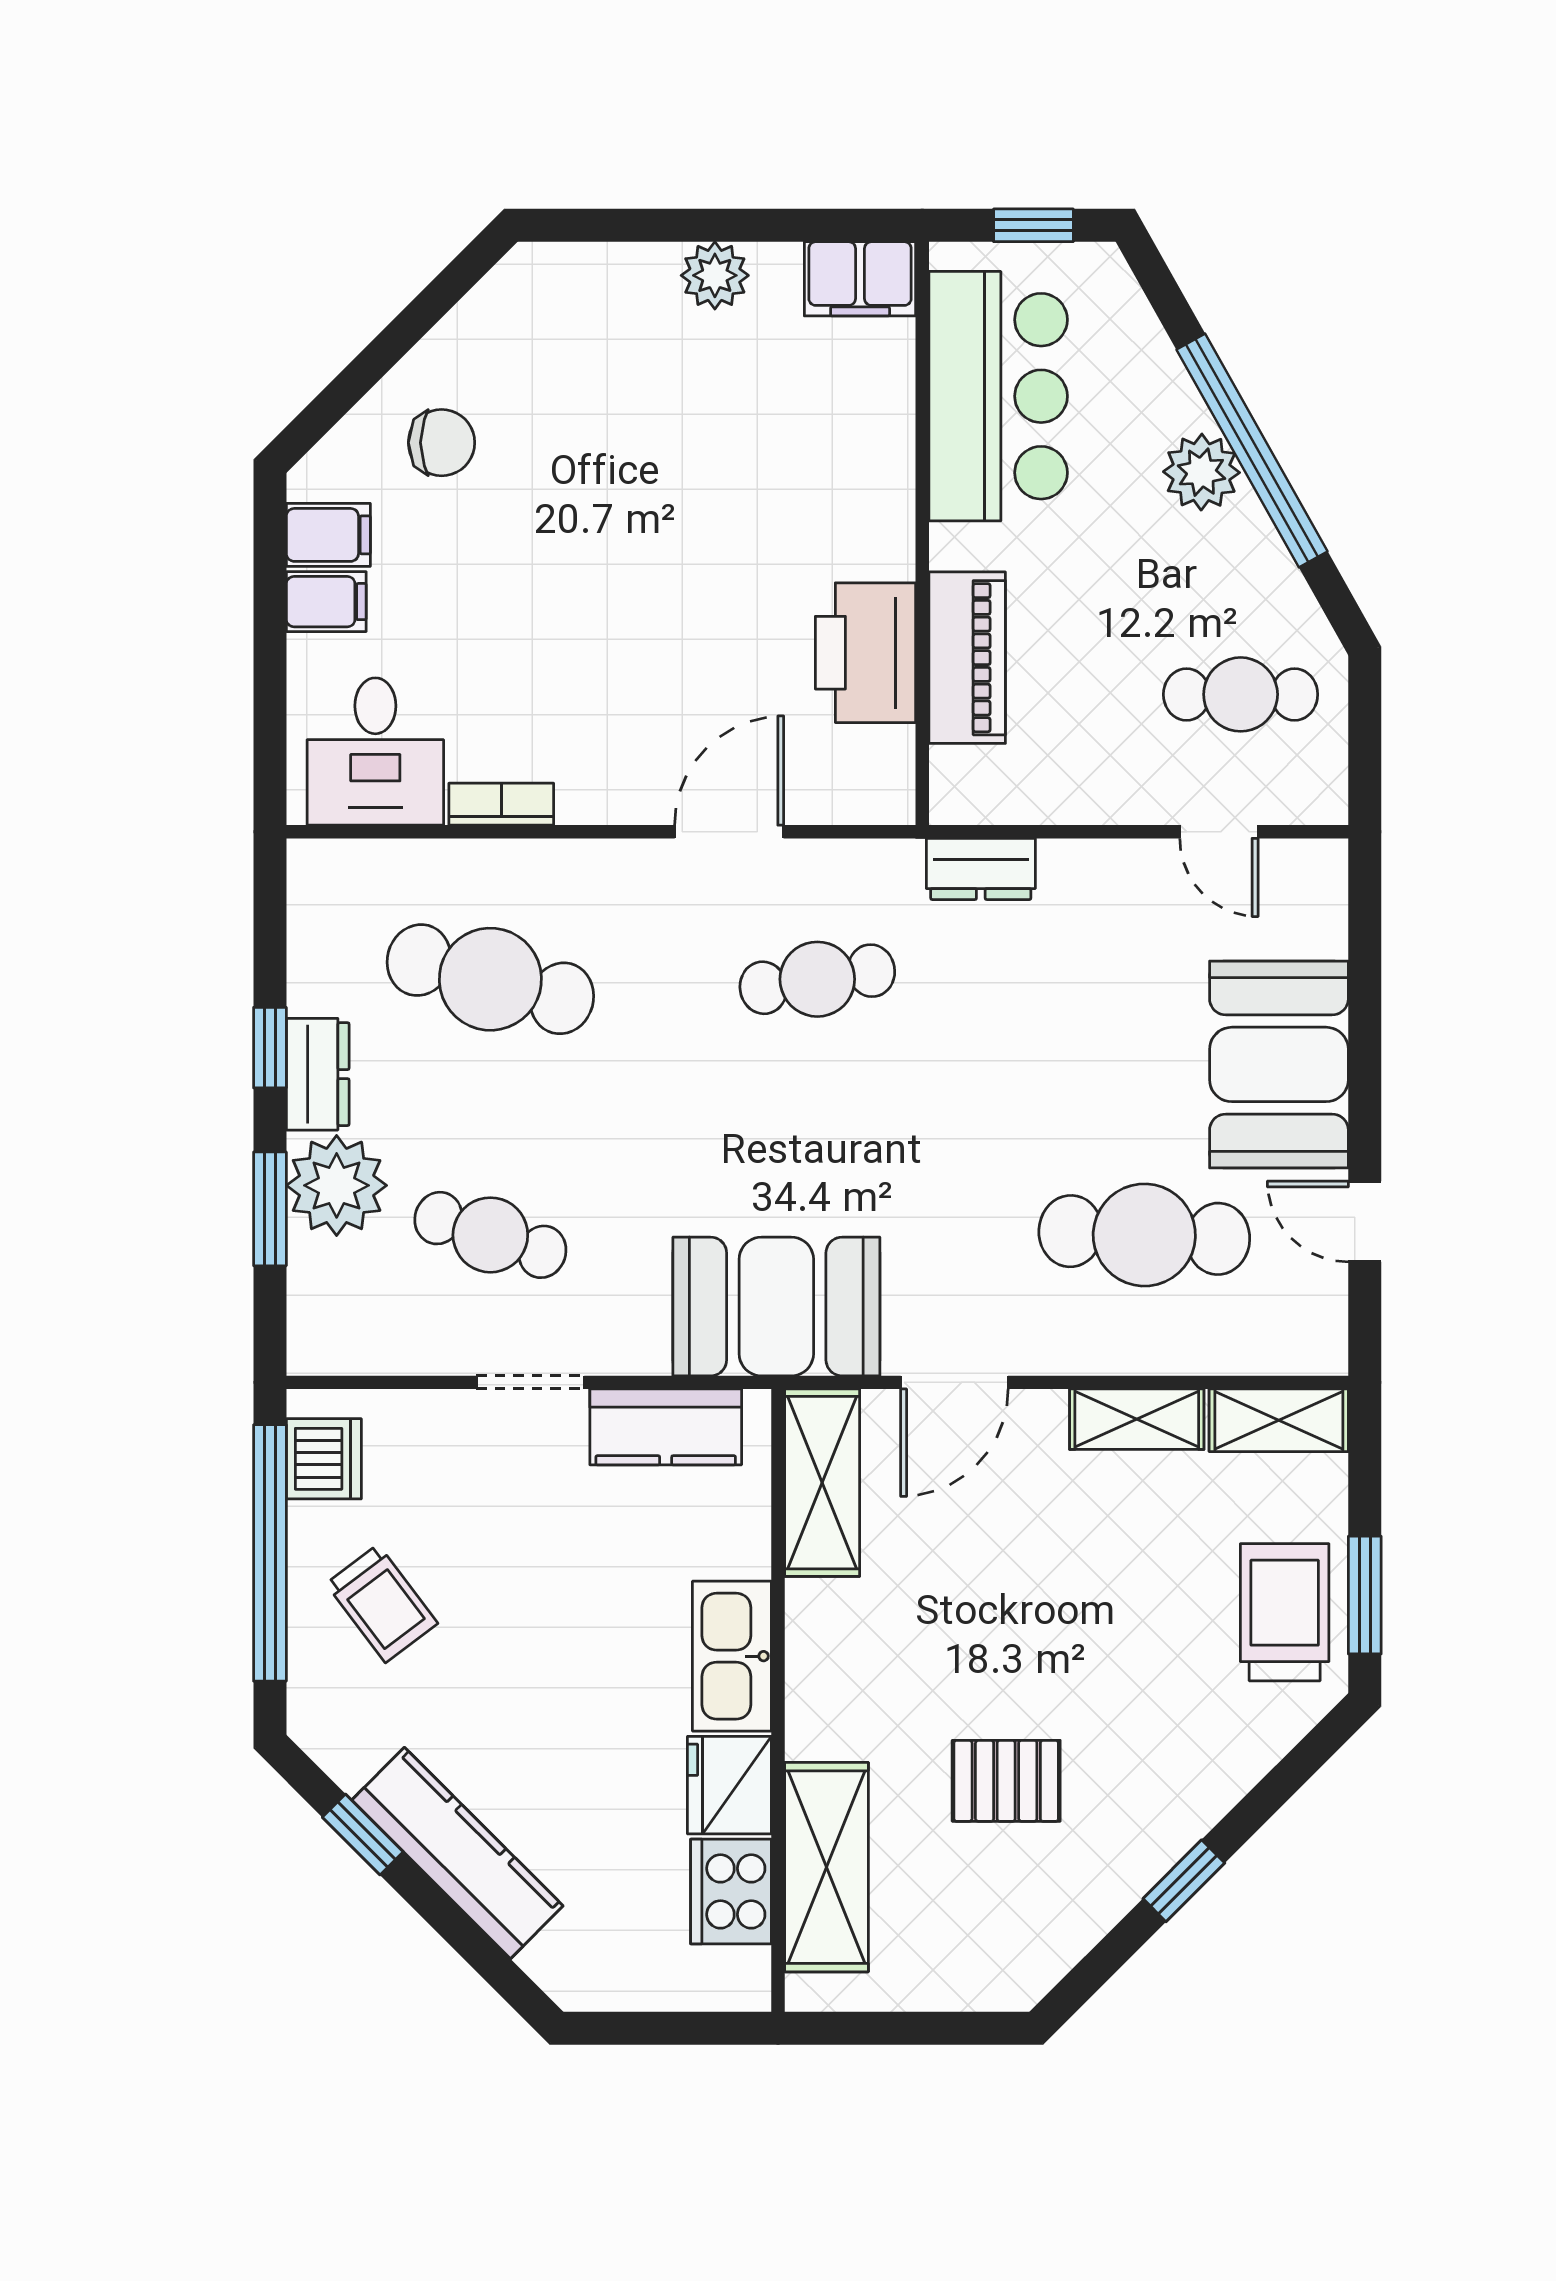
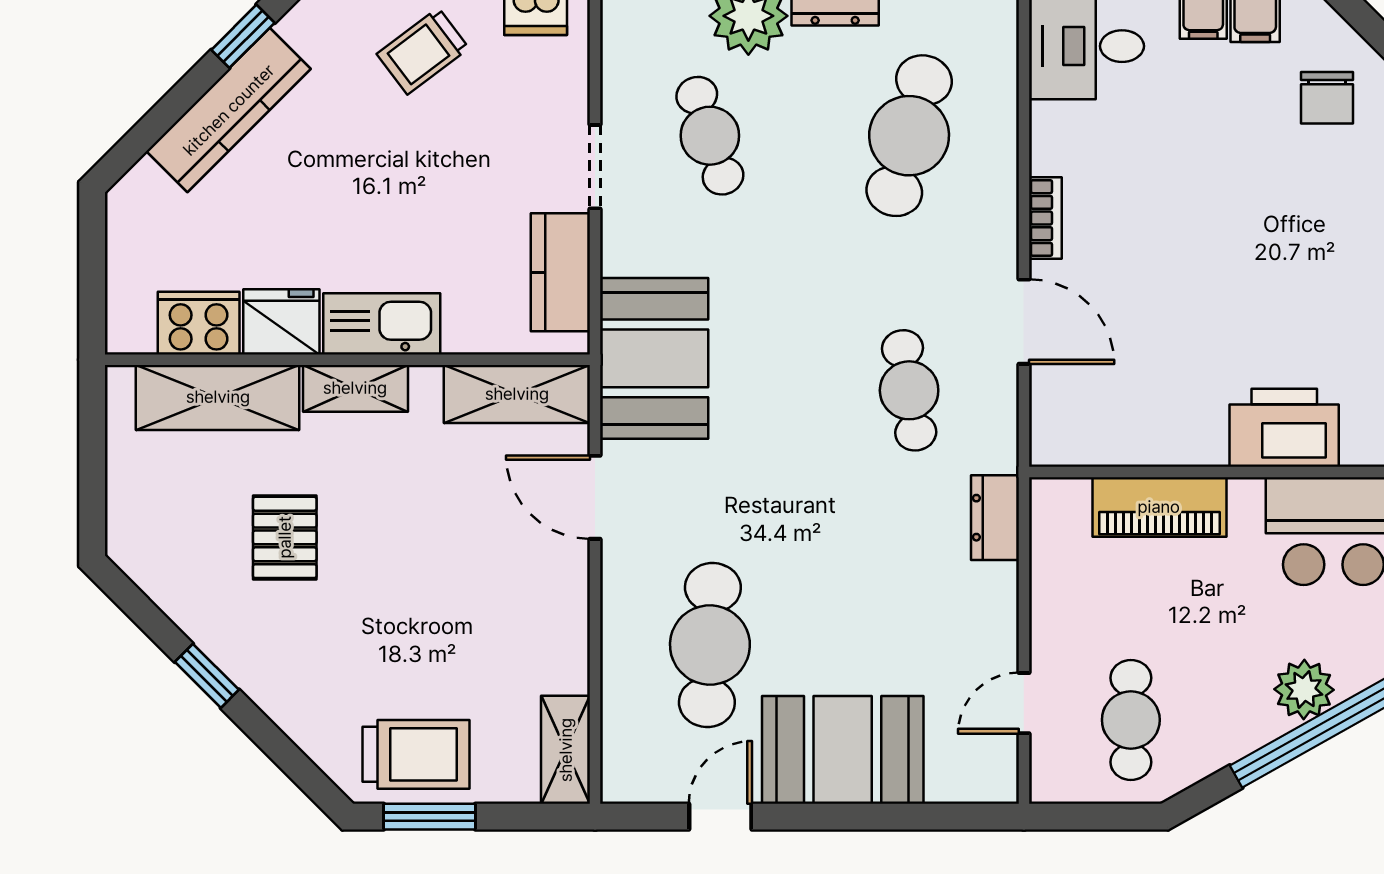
printer: (865, 653) -> (1284, 428), moved
bookcase: (501, 804) -> (1045, 218), moved
cafe table: (490, 1235) -> (710, 136), turned -36
shelving: (1137, 1419) -> (355, 388), moved, turned 90

